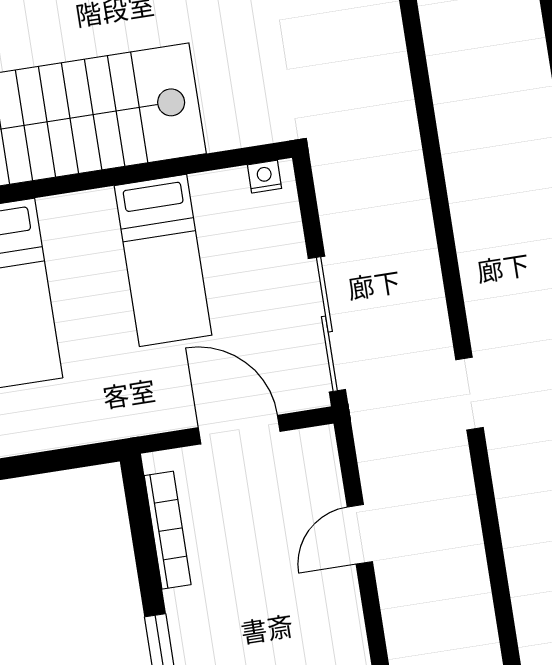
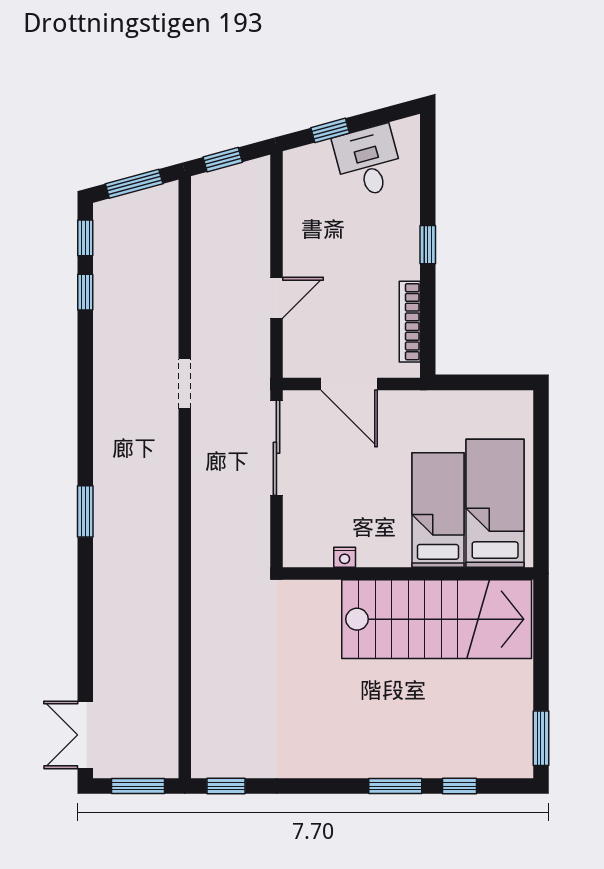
nightstand: (265, 177) -> (345, 557), moved
bed: (163, 260) -> (438, 510), moved

